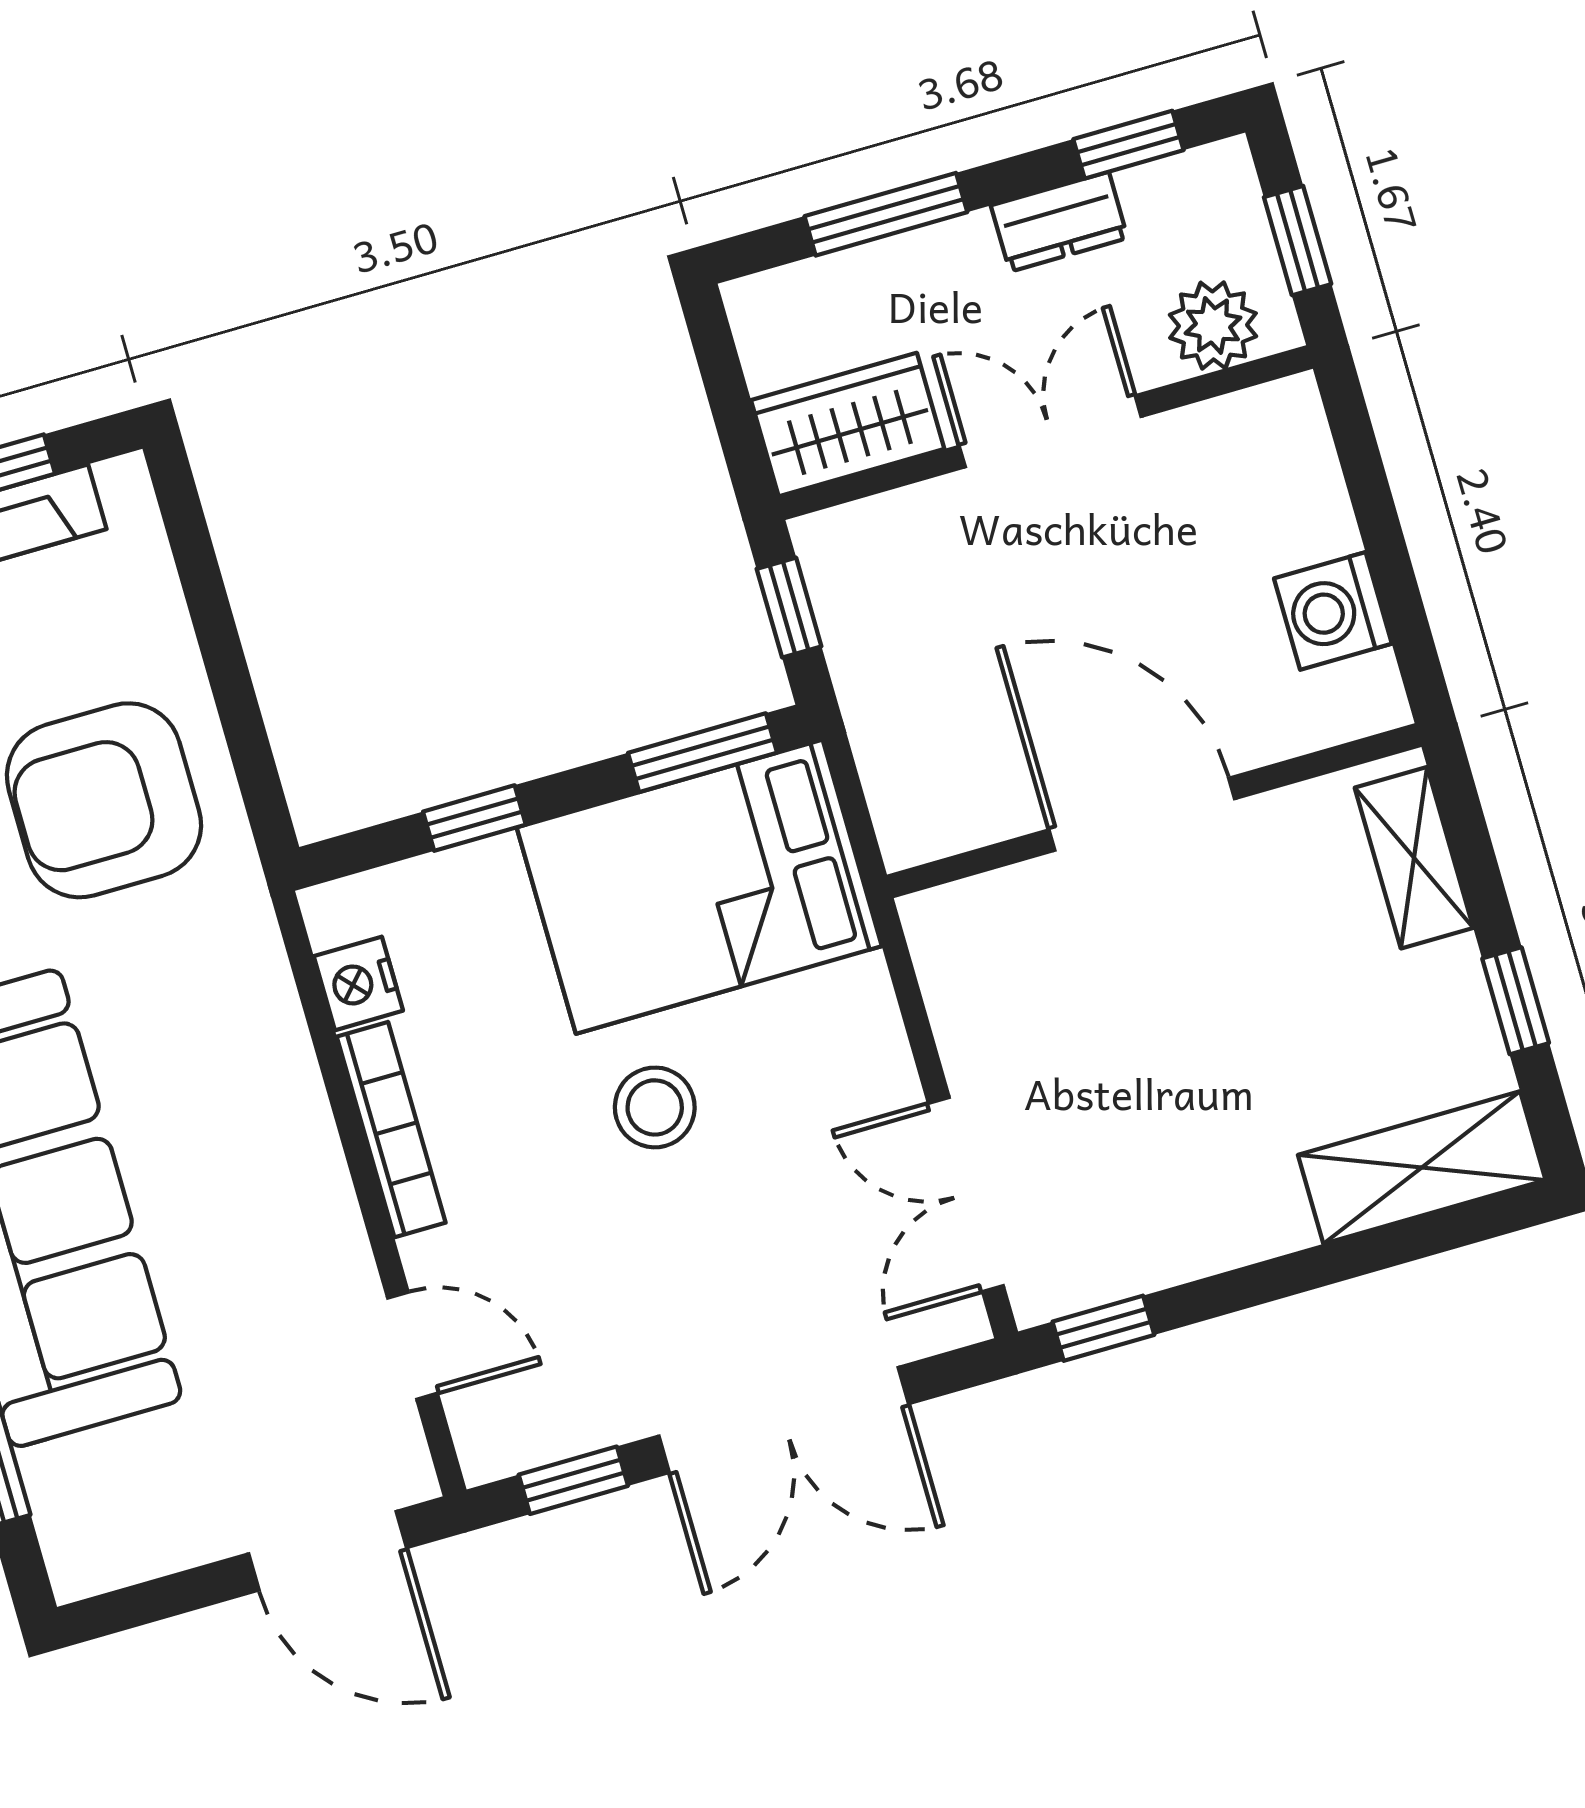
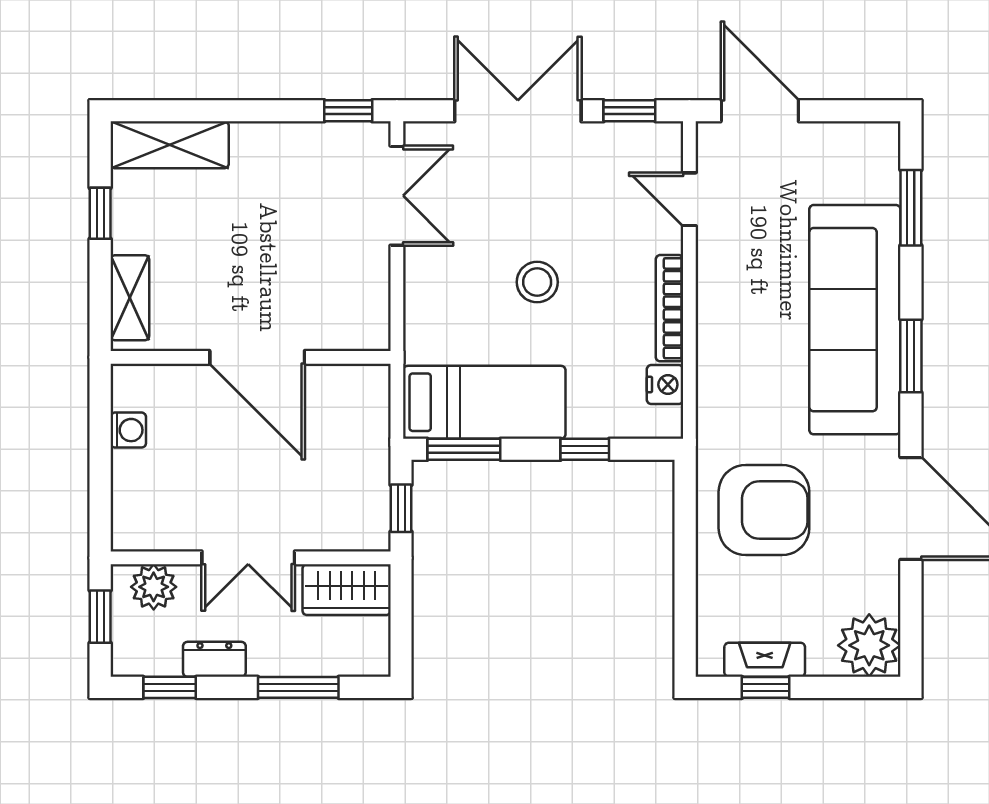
washing machine: (1333, 611) -> (128, 430), width x0.73, depth x0.73
bed: (699, 887) -> (484, 402), width x0.67

